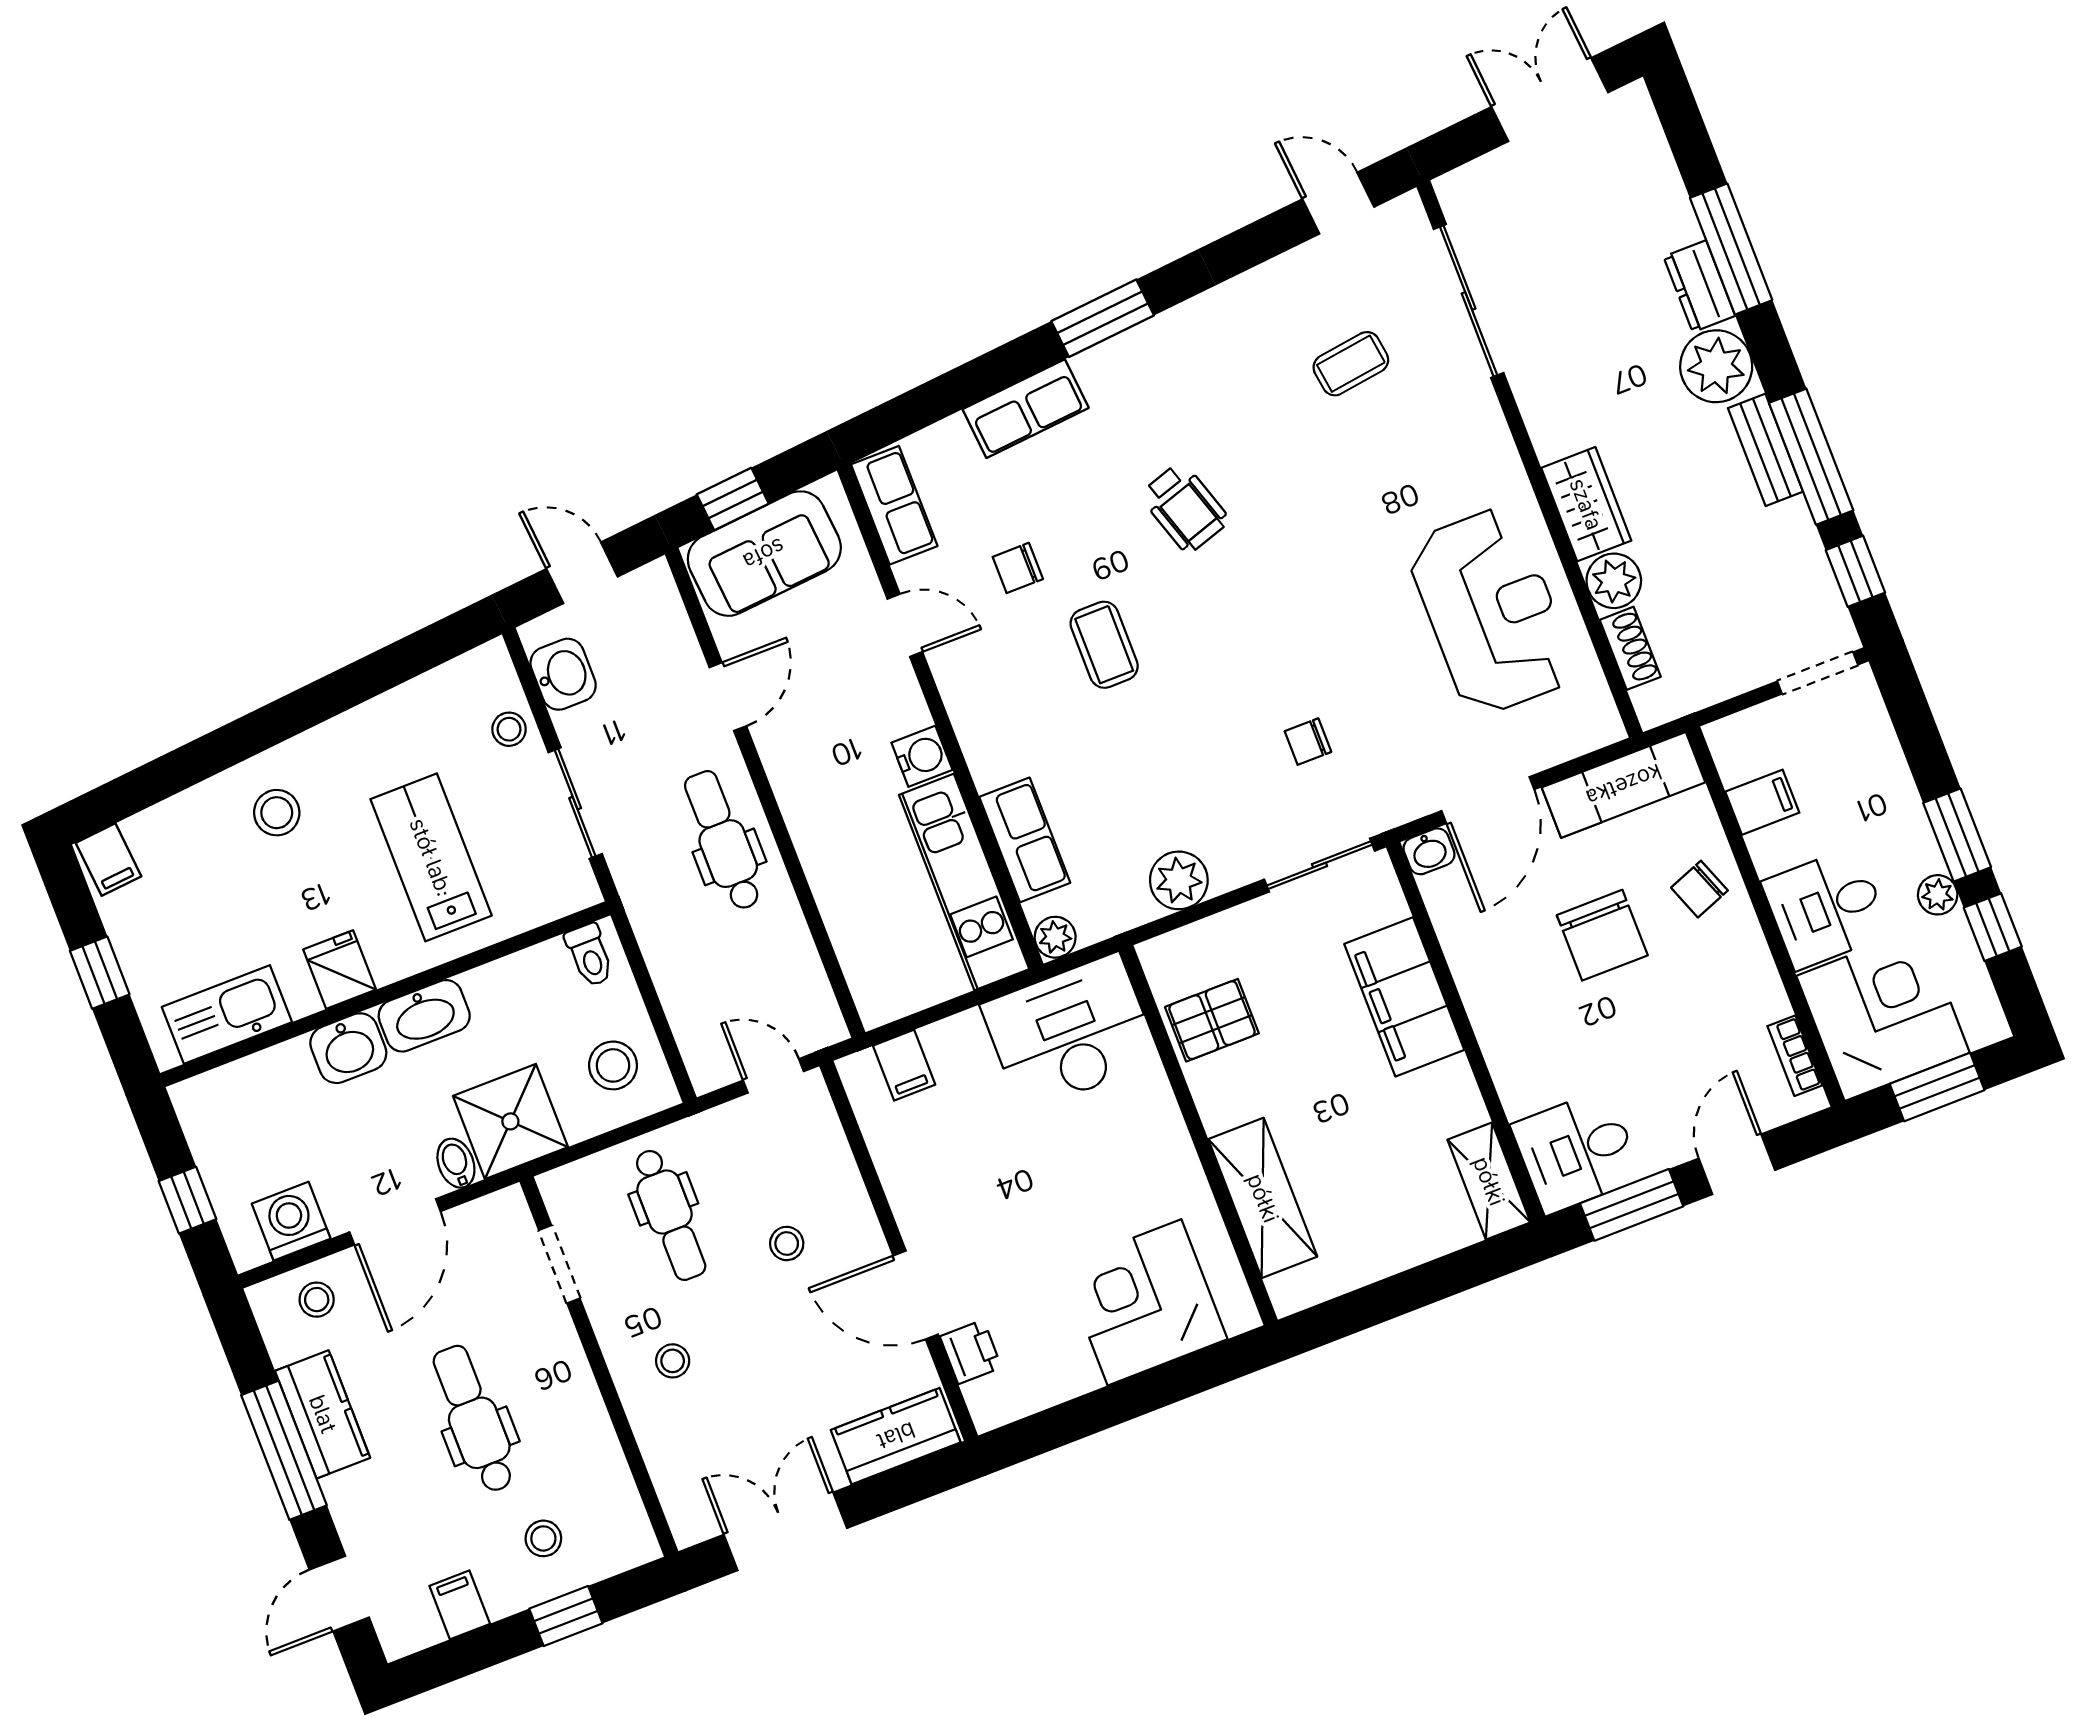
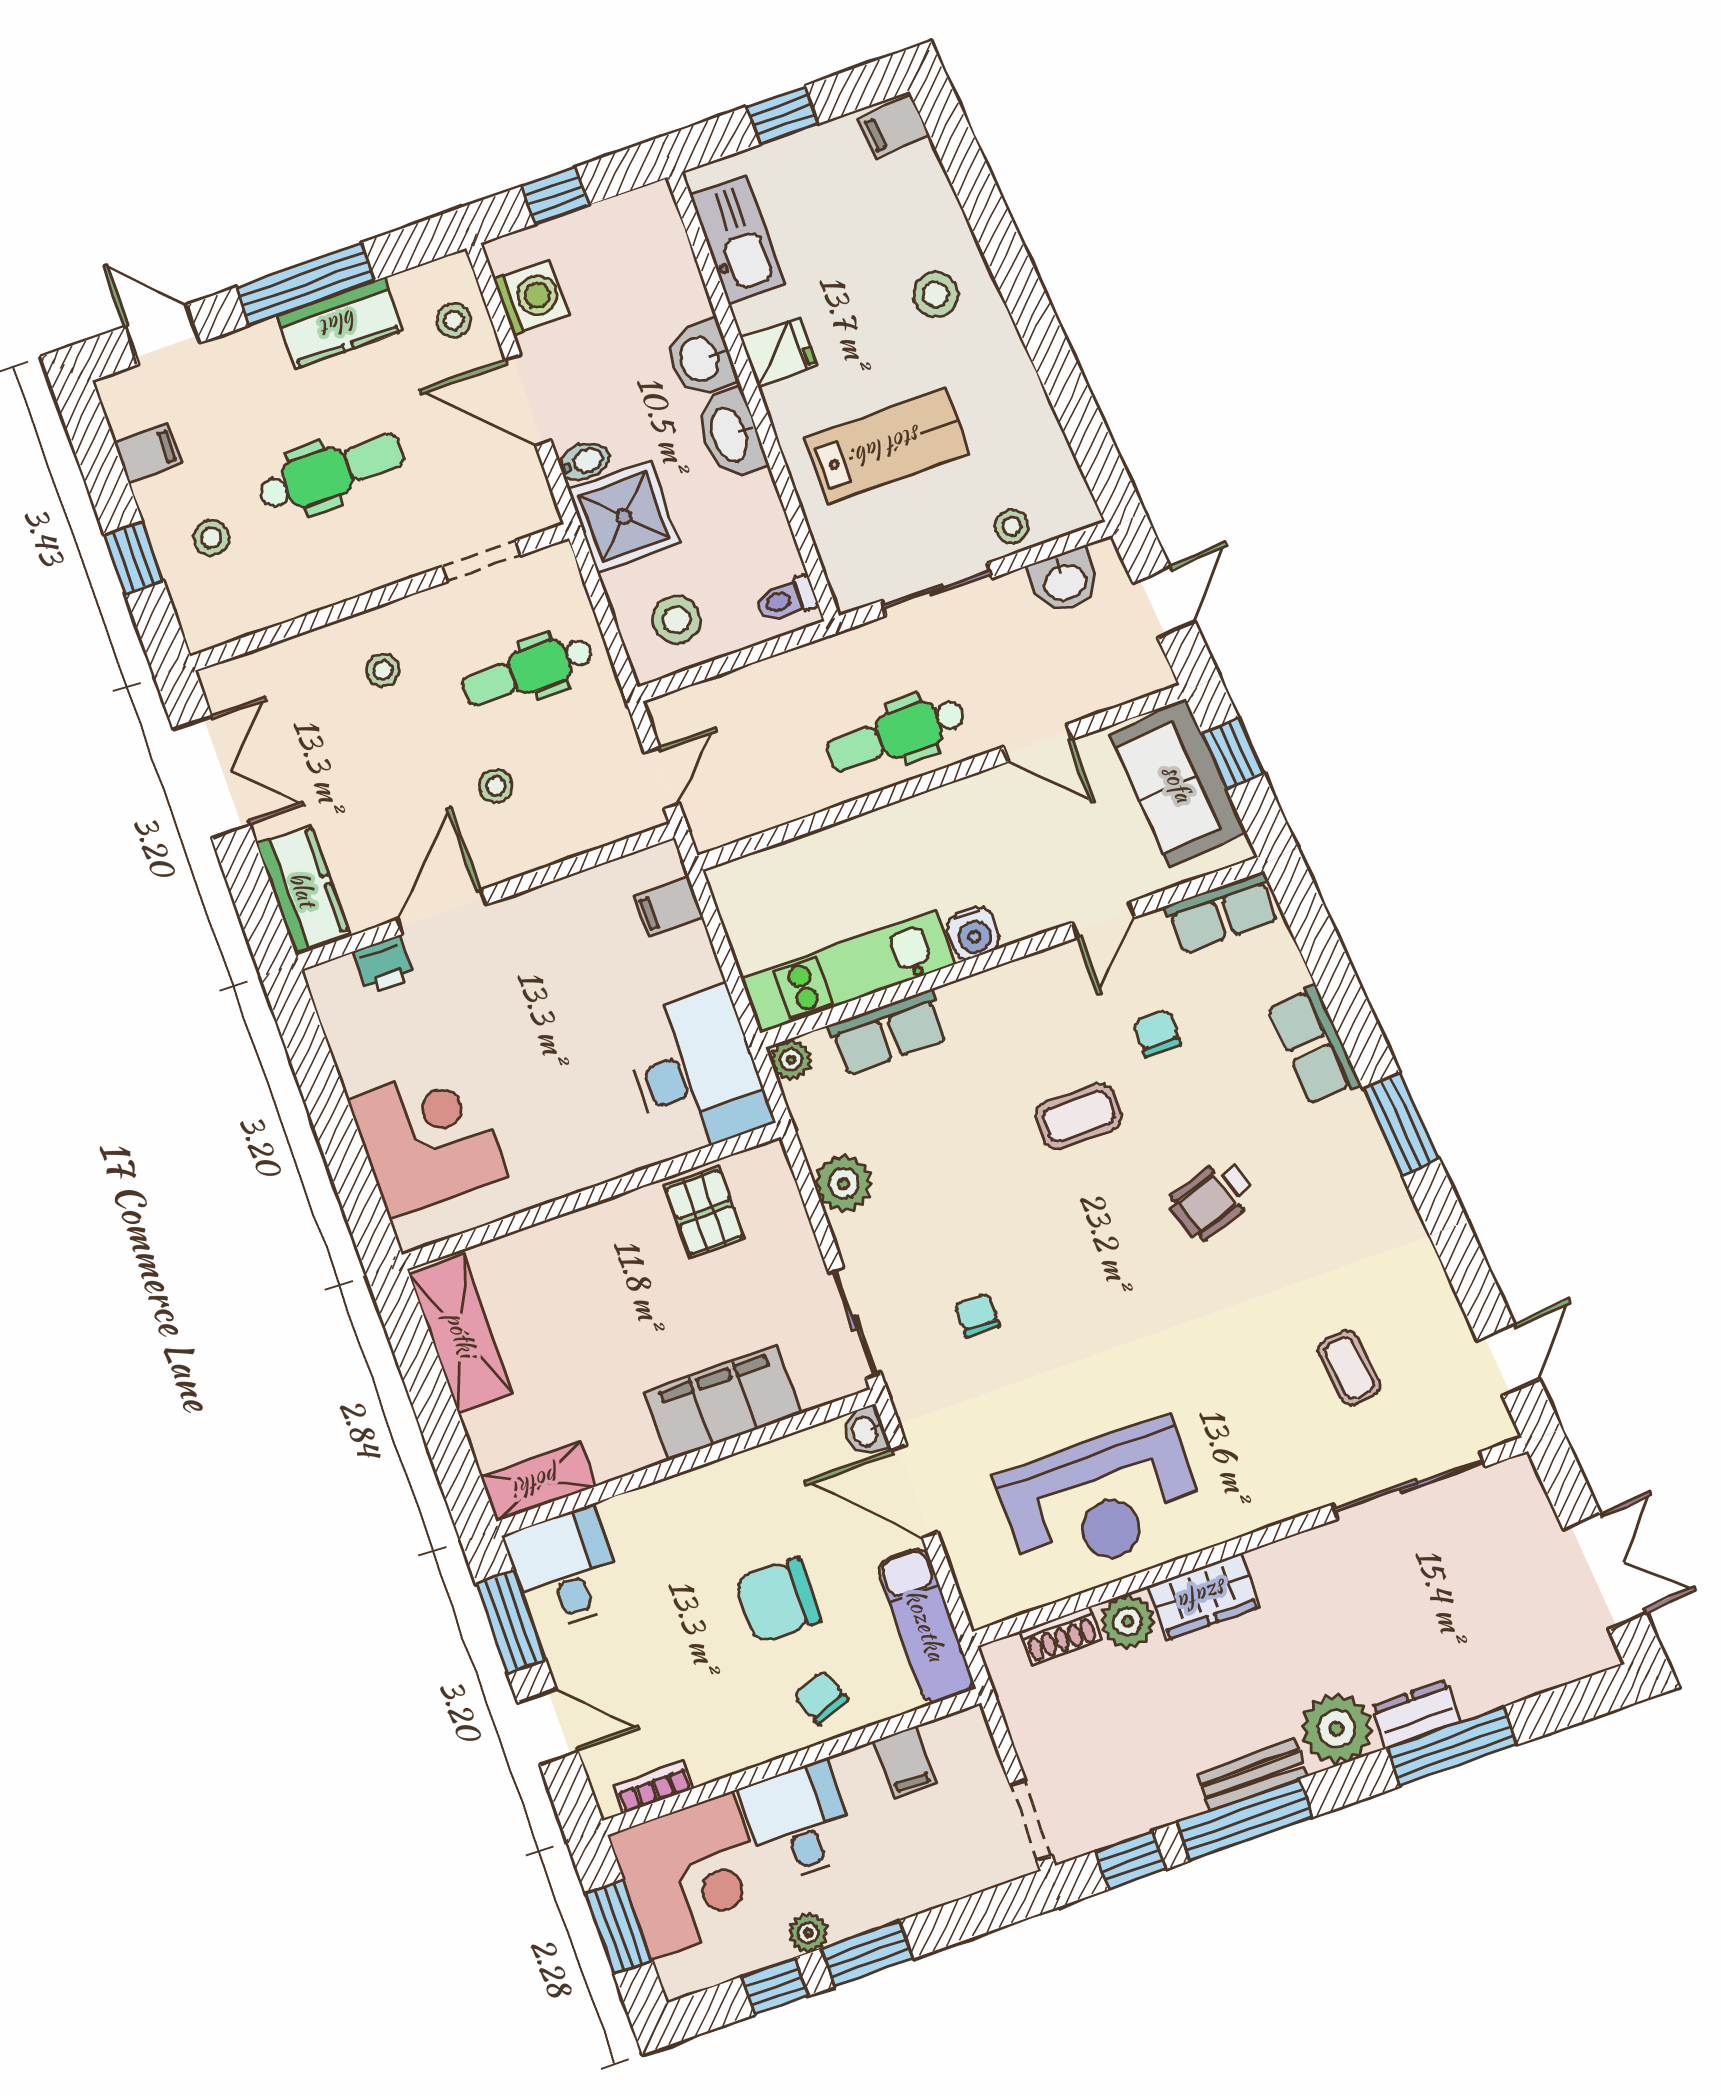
dental chair: (723, 840) -> (896, 734), turned 180
shelving: (1263, 1198) -> (461, 1334), moved, turned 90

